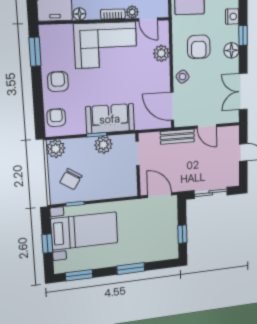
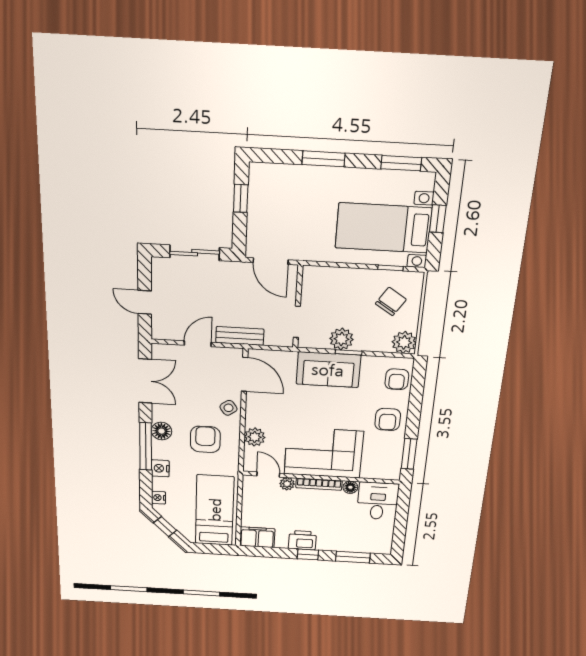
bookcase: (113, 14) -> (319, 484), width x1.56
window: (243, 35) -> (146, 446), width x2.17
door: (207, 126) -> (198, 344), hinge flipped

